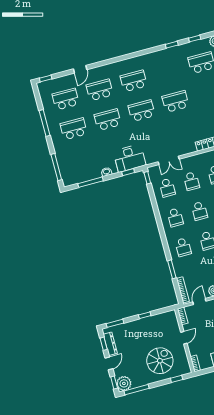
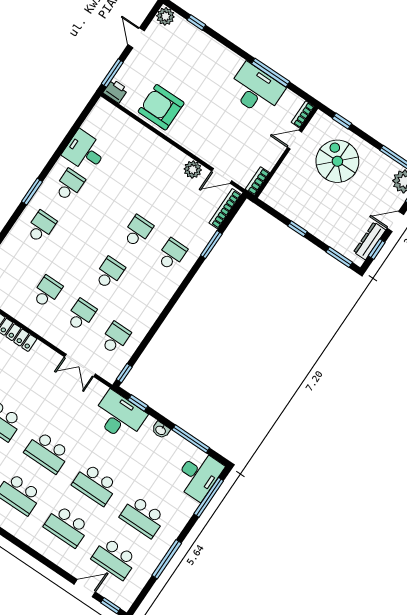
door: (80, 69) -> (85, 588), moved
double door: (169, 160) -> (80, 365), swing flipped
desk: (71, 171) -> (199, 475), added
school desk: (175, 217) -> (144, 296), removed
door: (184, 338) -> (295, 140), moved
spiral stairs: (160, 361) -> (337, 161), turned 90

